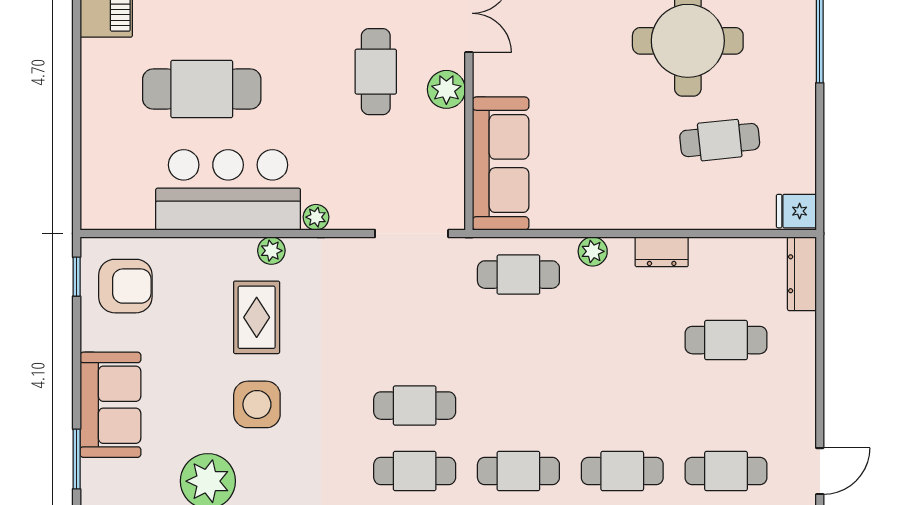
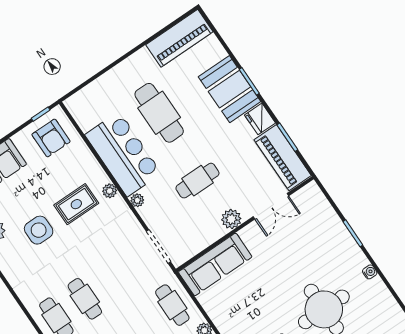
cafe table: (376, 72) -> (197, 181), moved

